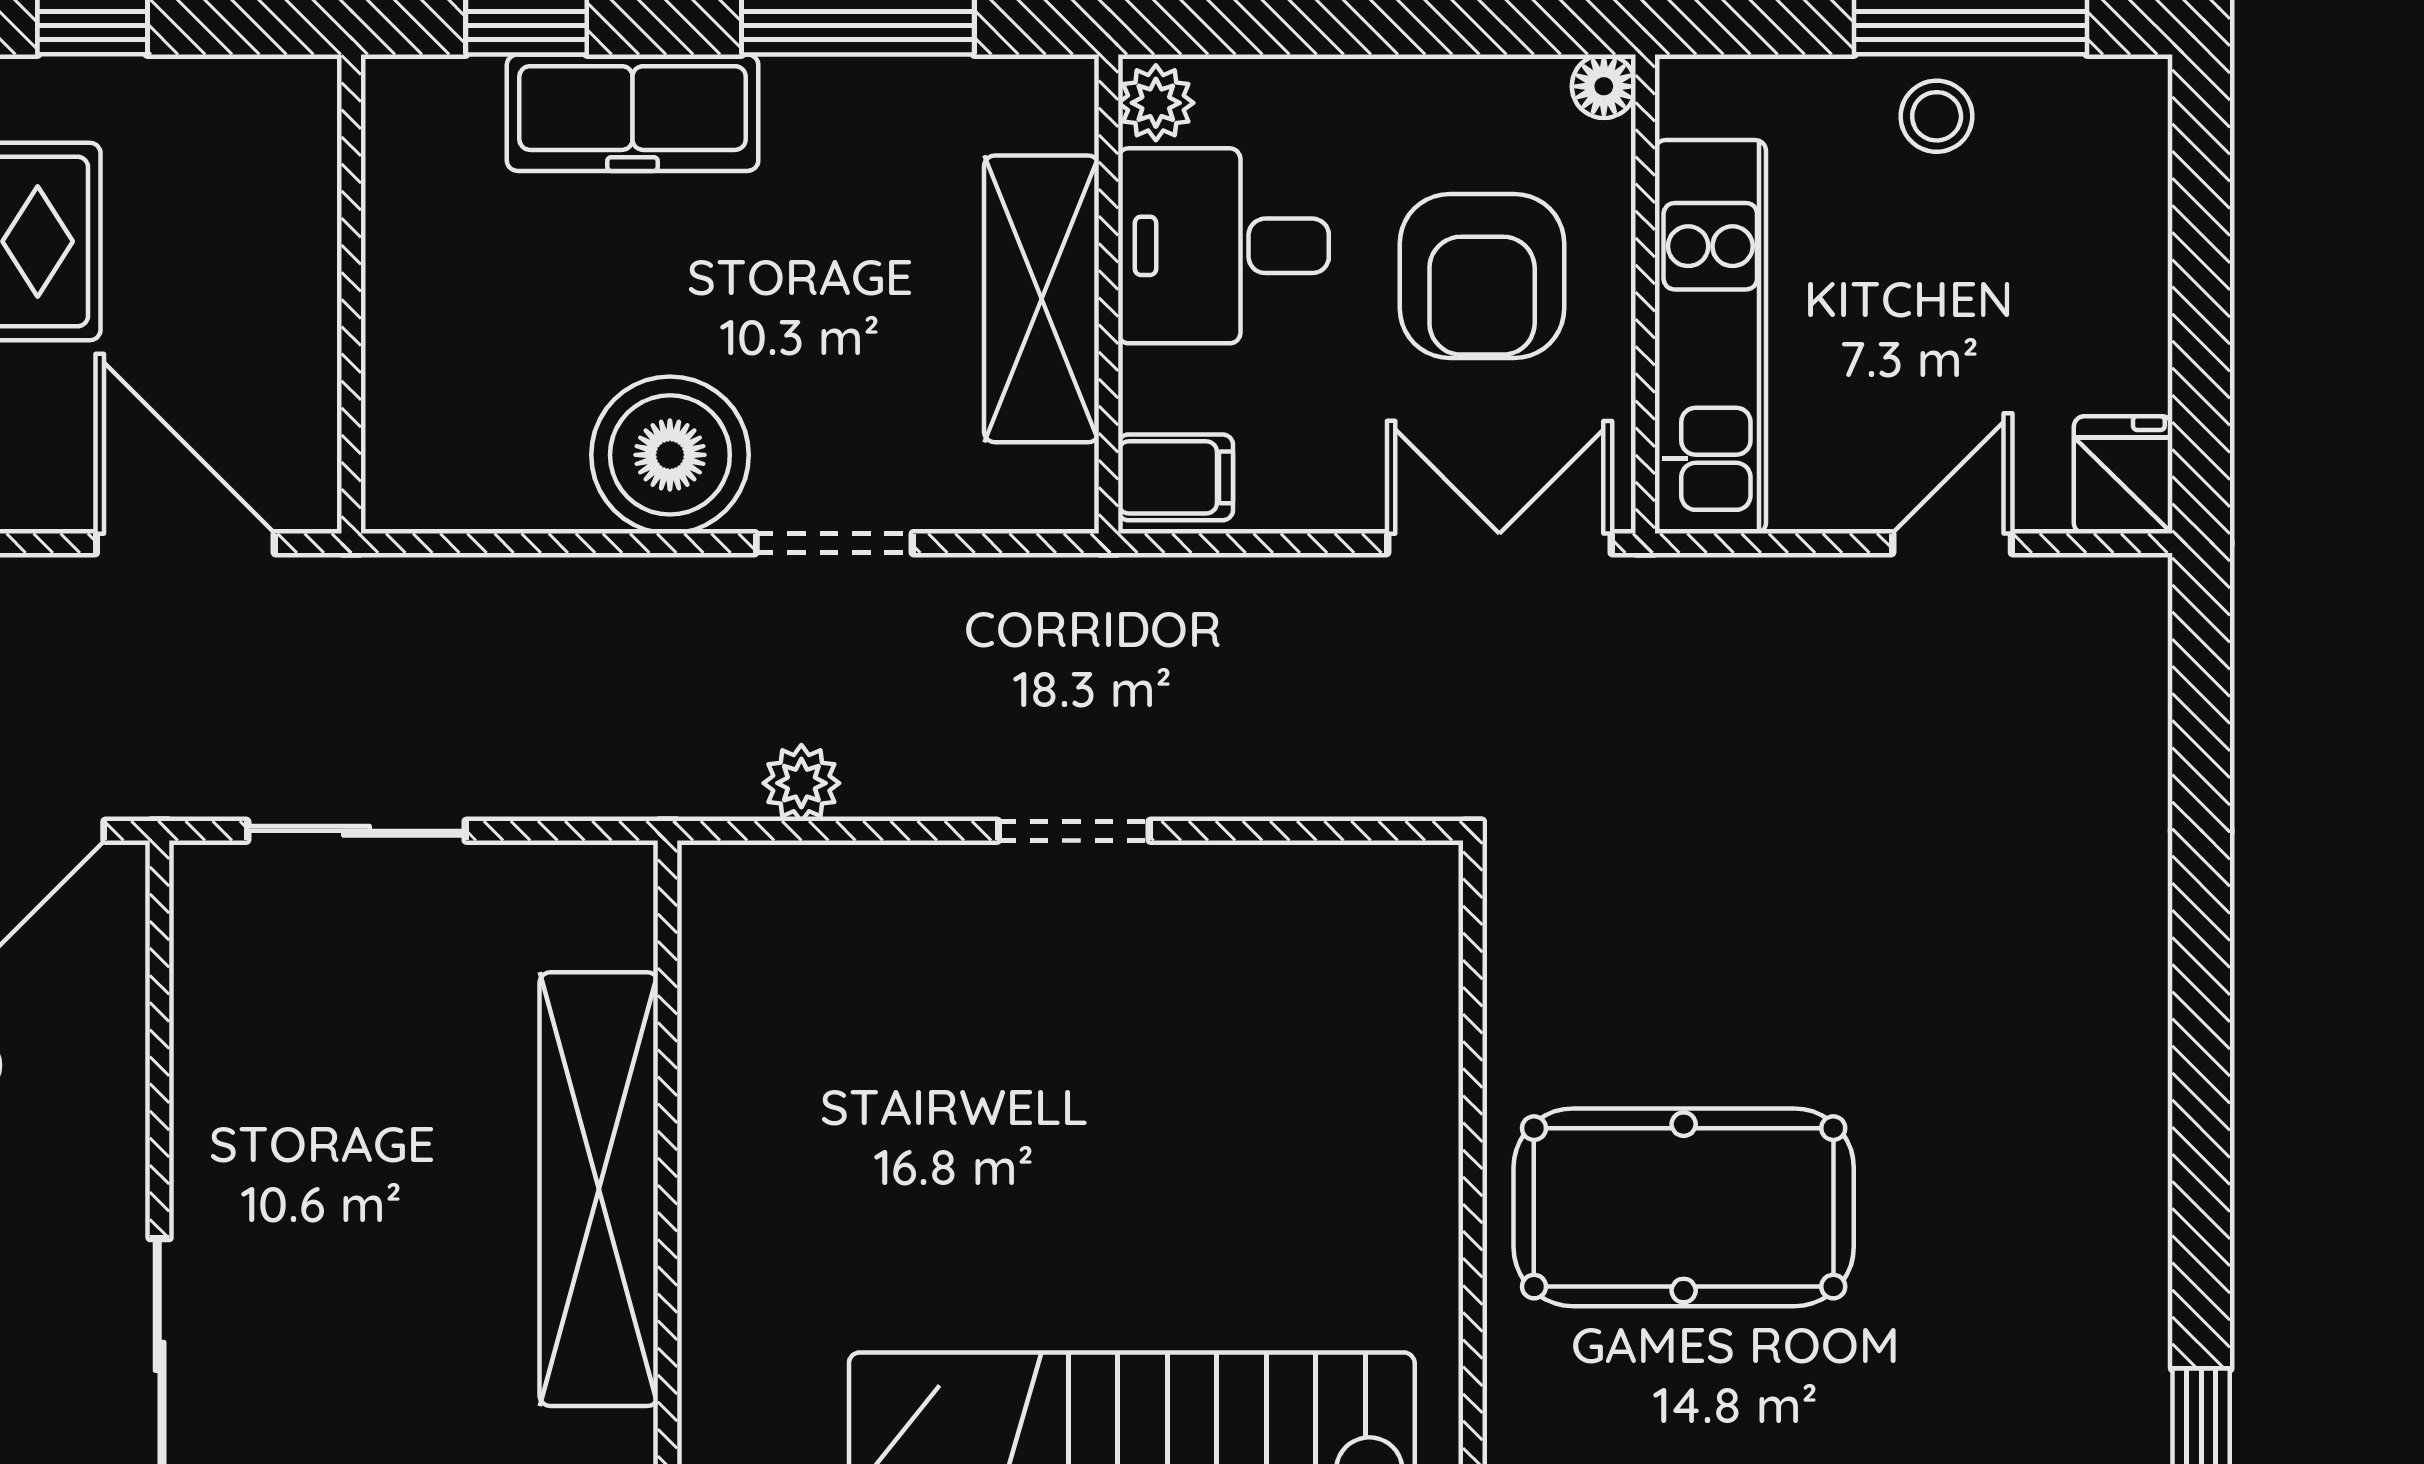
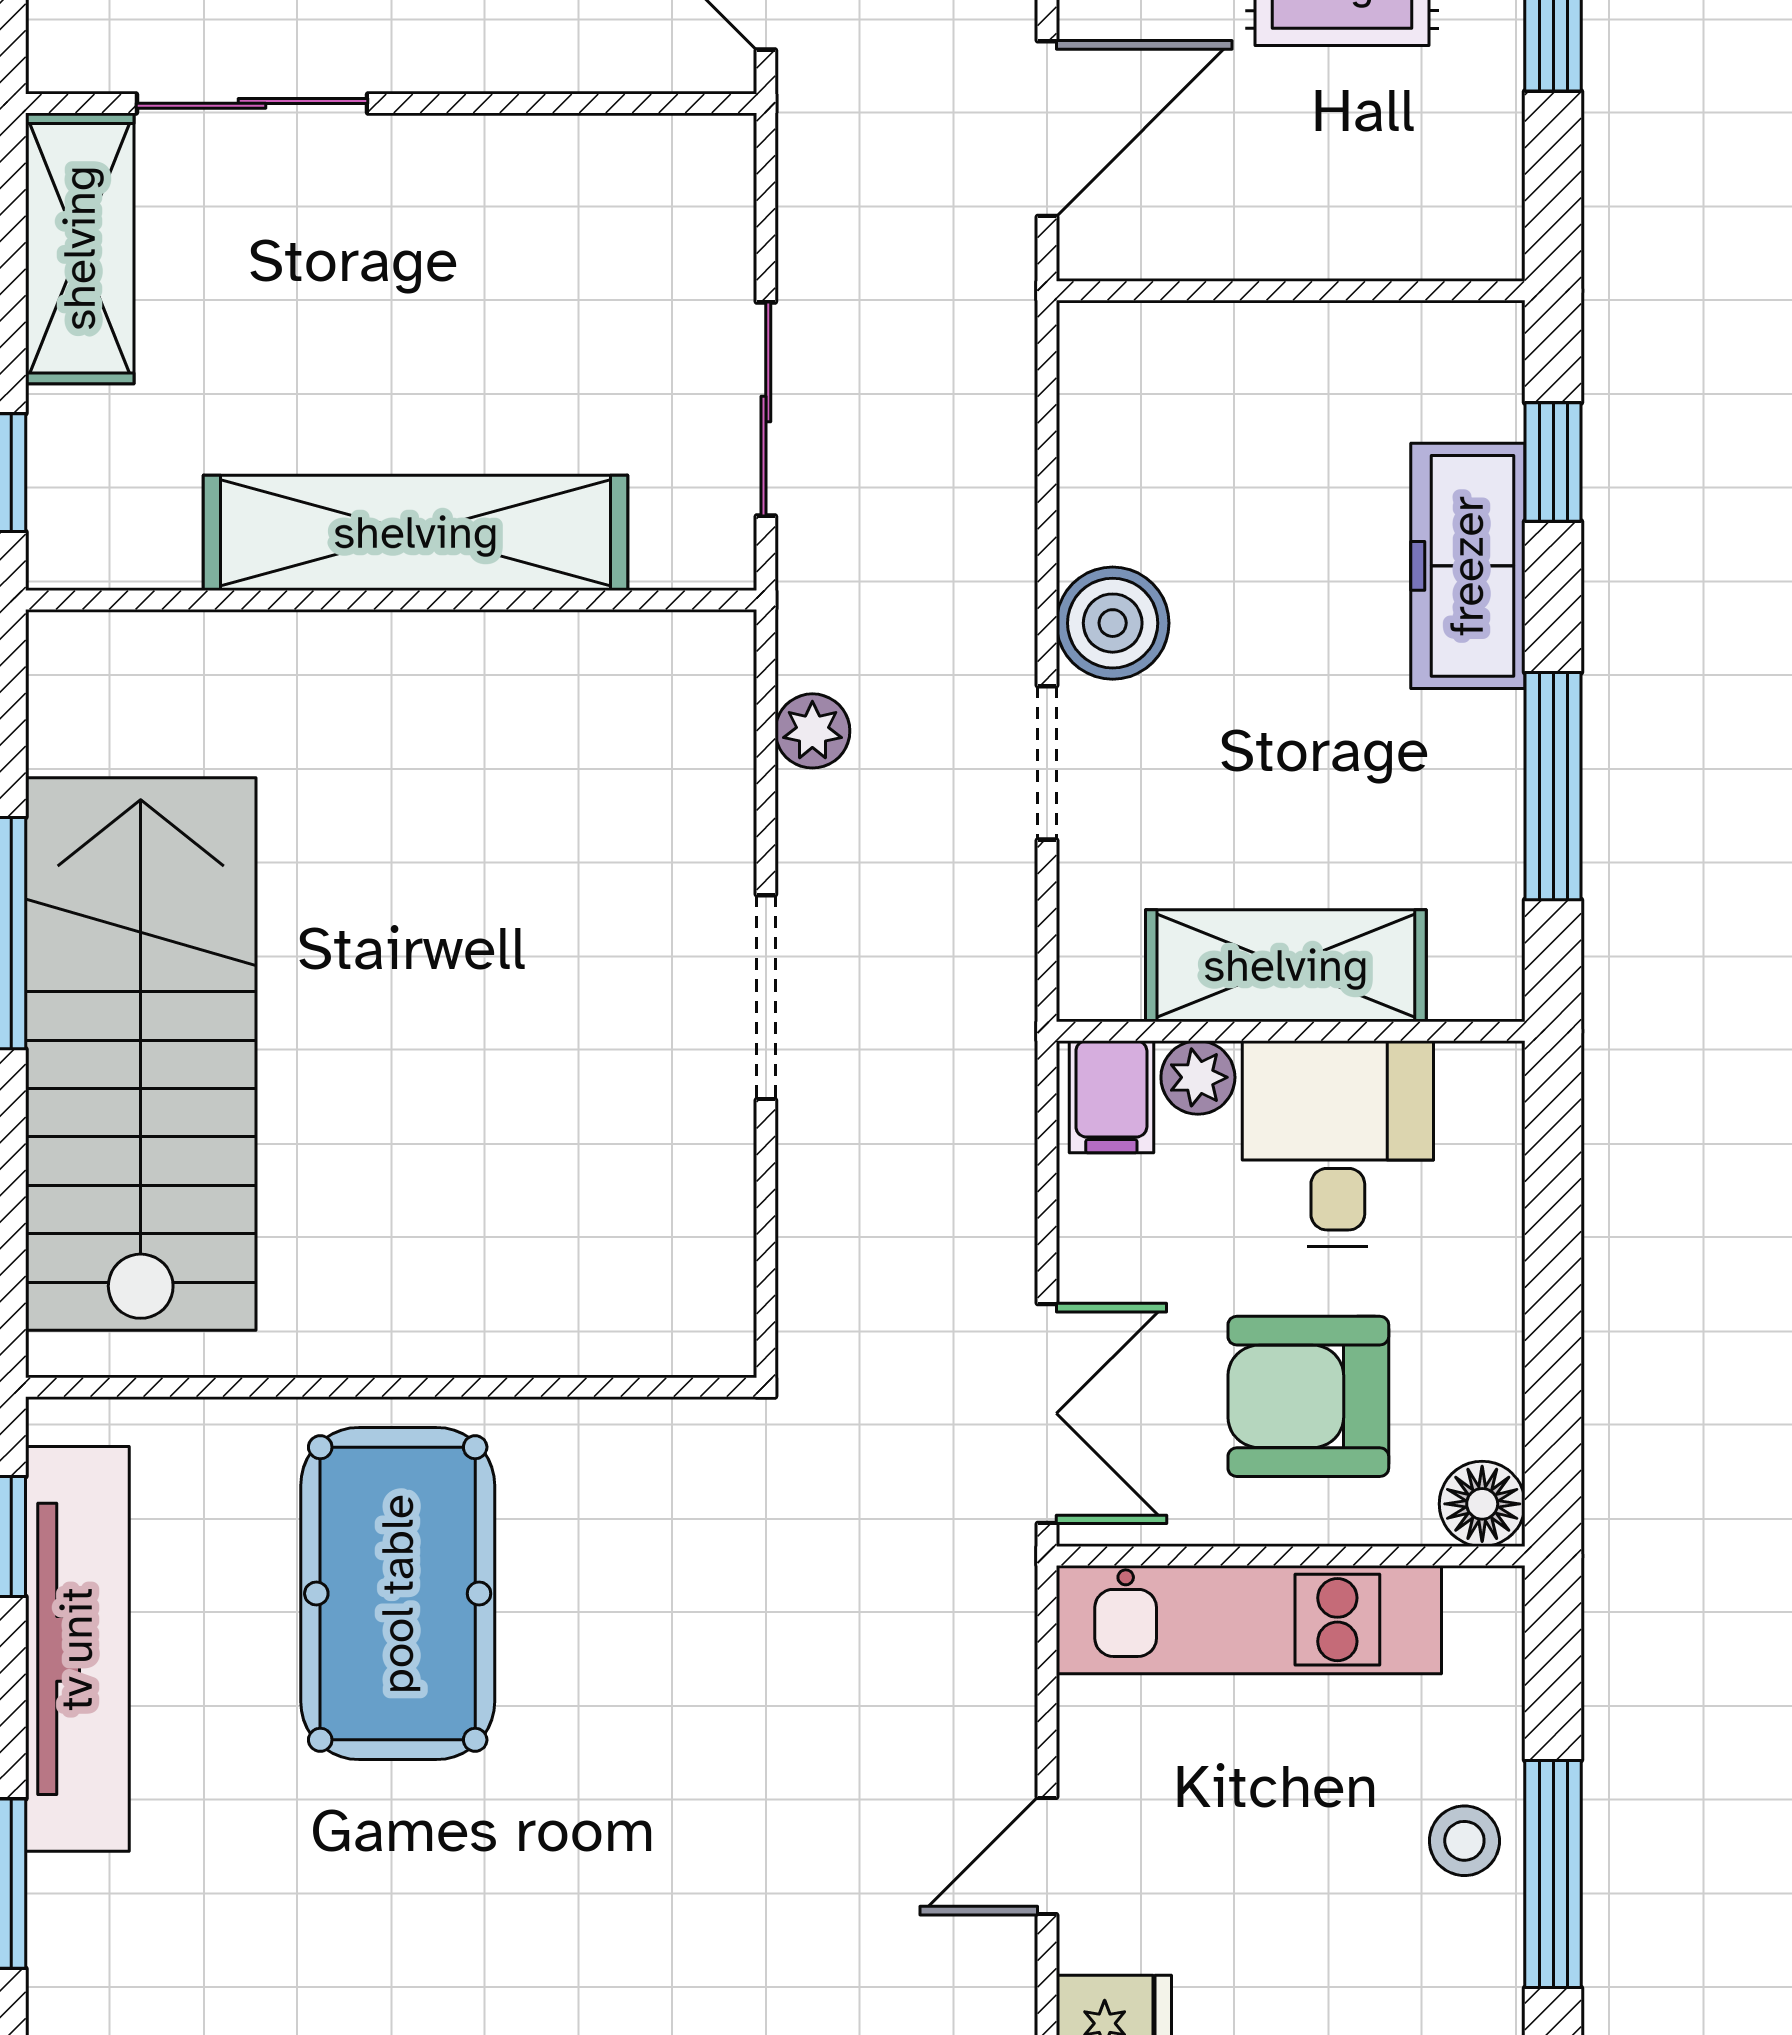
floor lamp: (1604, 86) -> (1482, 1504), width x1.37, depth x1.37
plant: (1156, 103) -> (1198, 1077), moved
boiler: (670, 455) -> (1113, 623), width x0.73, depth x0.73
door: (1952, 543) -> (1047, 1856), swing flipped
sliding door: (356, 831) -> (766, 409), moved
doorway: (1074, 831) -> (766, 997), width x1.38

